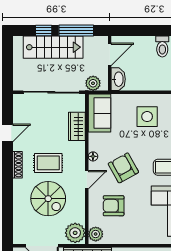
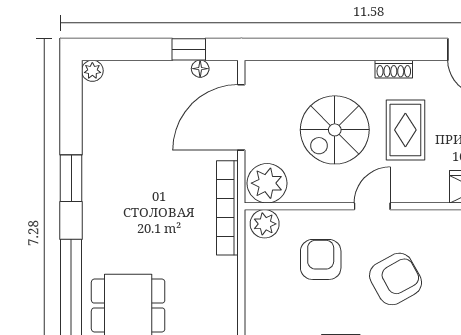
floor lamp: (93, 156) -> (418, 219), removed
shoe rack: (17, 165) -> (394, 69), width x0.70
door: (87, 180) -> (372, 206), swing flipped

